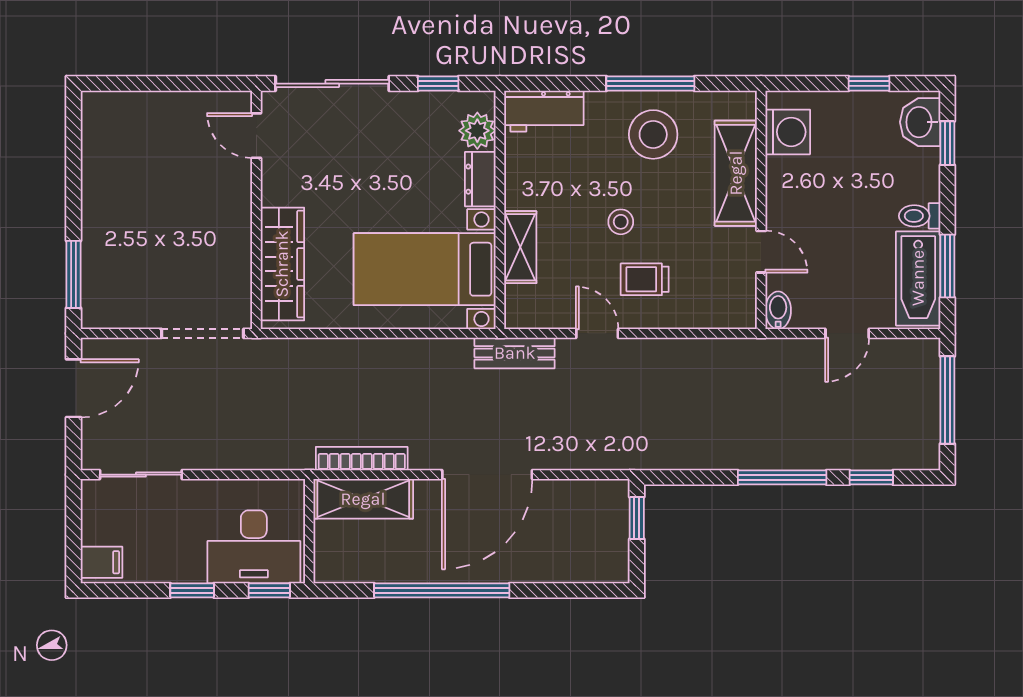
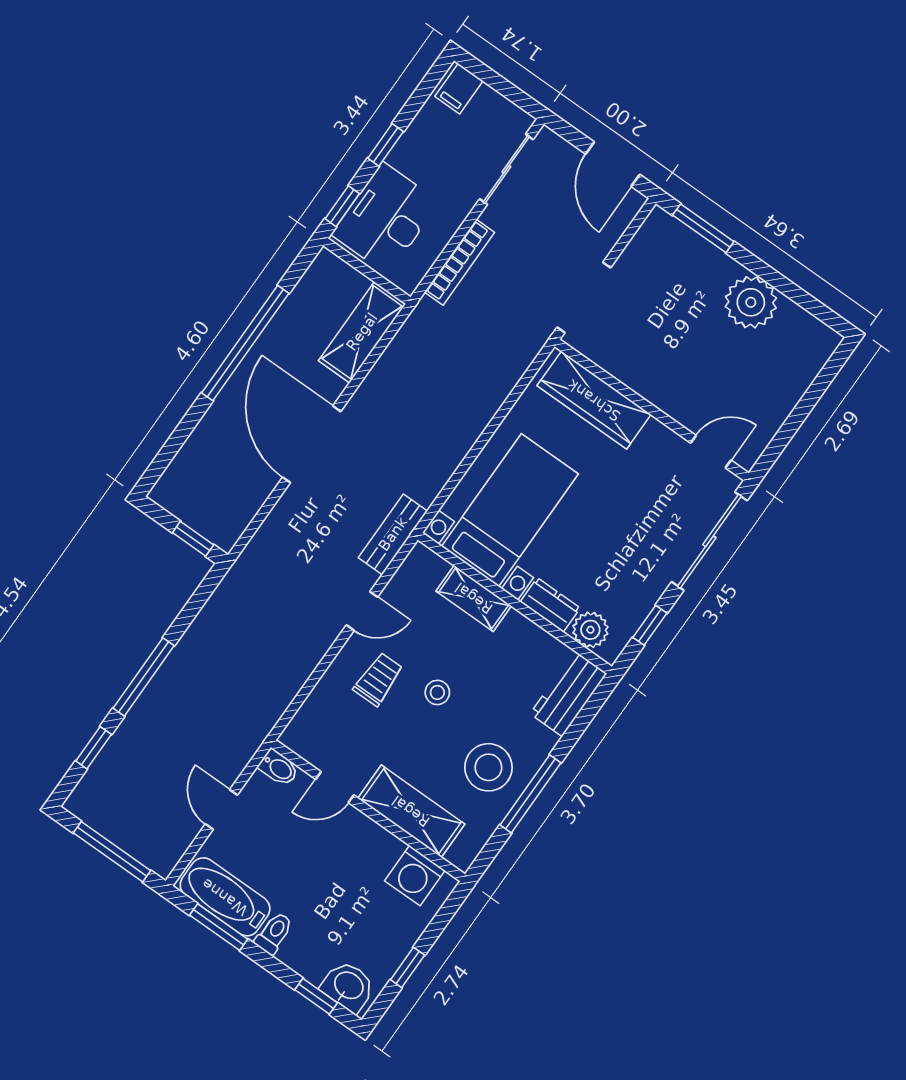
plant: (107, 191) -> (751, 302), added
bookcase: (362, 459) -> (460, 262), moved

